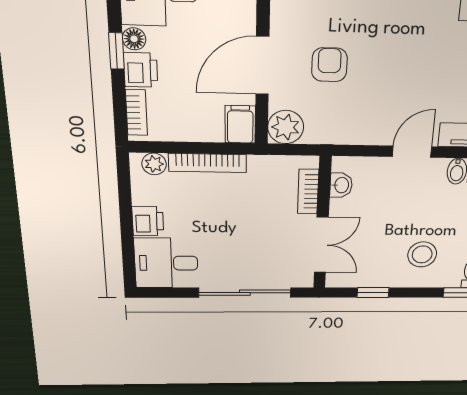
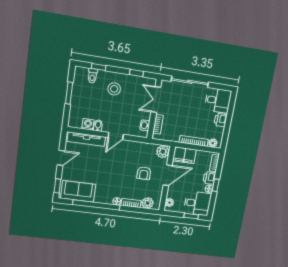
filing cabinet: (240, 124) -> (184, 155), width x2.00

